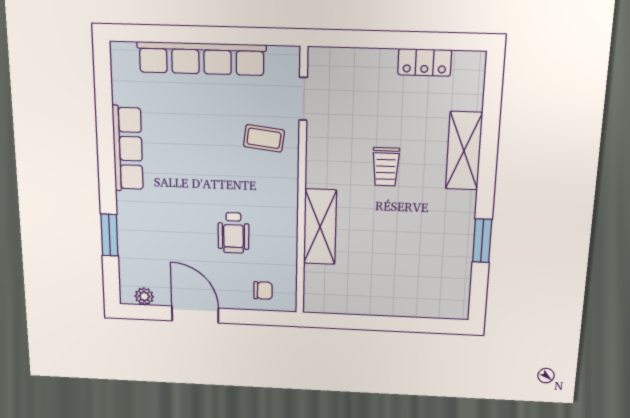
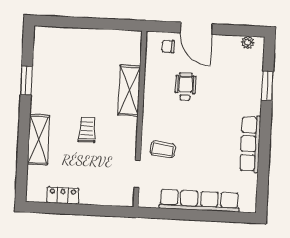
door: (195, 315) -> (196, 28), moved

